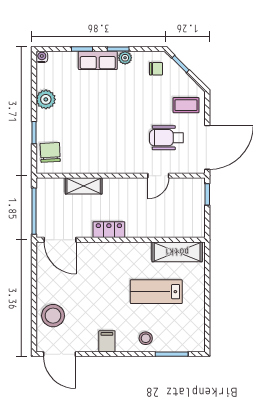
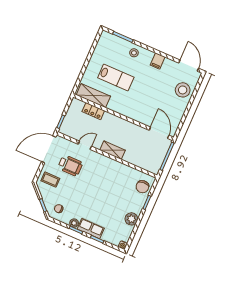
shelving: (84, 186) -> (113, 150), moved
locker: (109, 230) -> (93, 111), moved

